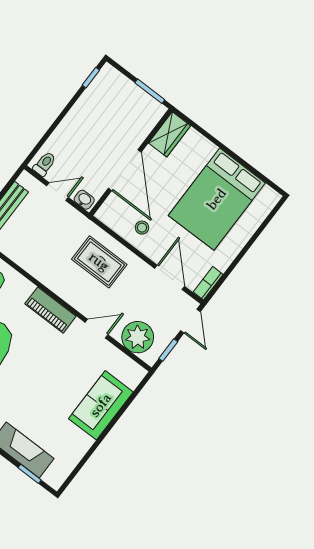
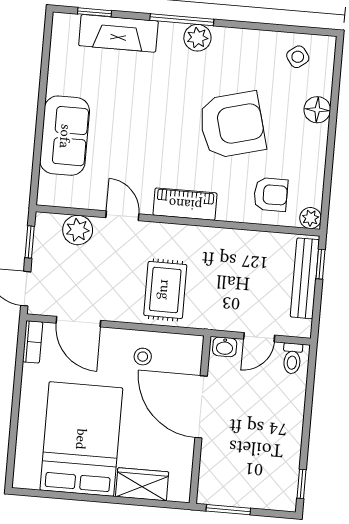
wardrobe: (170, 134) -> (142, 484), moved, turned 90
rug: (99, 262) -> (165, 290), turned 90
door: (96, 329) -> (122, 216), swing flipped
plant: (138, 337) -> (78, 230), width x0.73, depth x0.73

